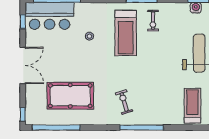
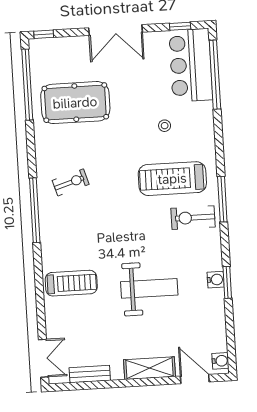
exercise bike: (153, 21) -> (193, 218), width x1.38, depth x1.39
pool table: (70, 96) -> (75, 103), turned 90

